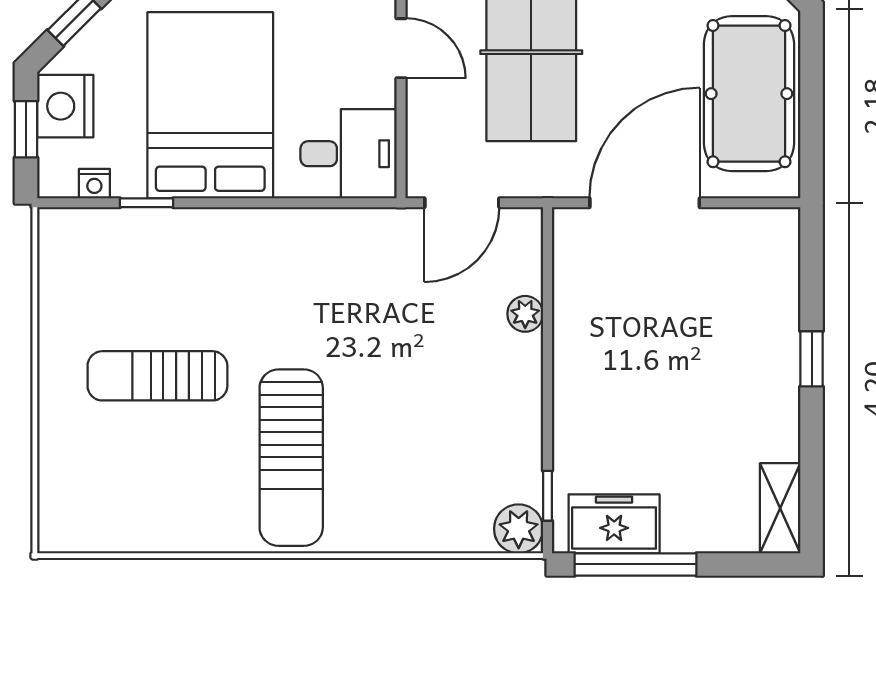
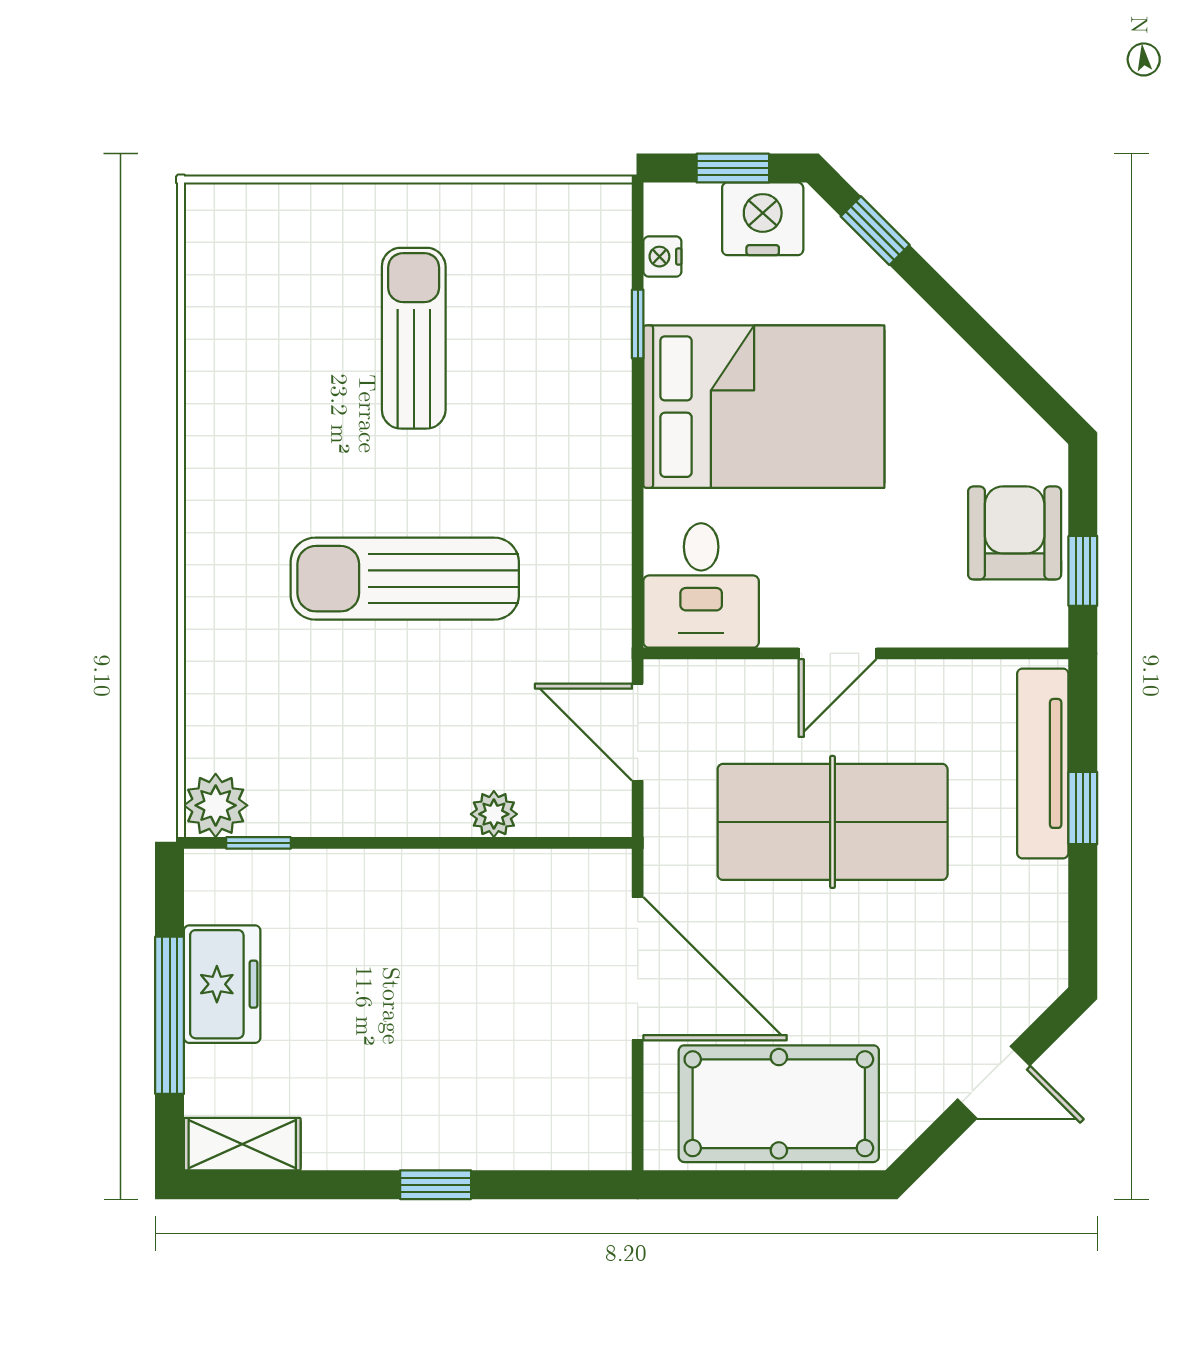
sun lounger: (291, 458) -> (405, 579), moved
freezer: (614, 524) -> (222, 984), moved
window: (635, 564) -> (170, 1015), moved

